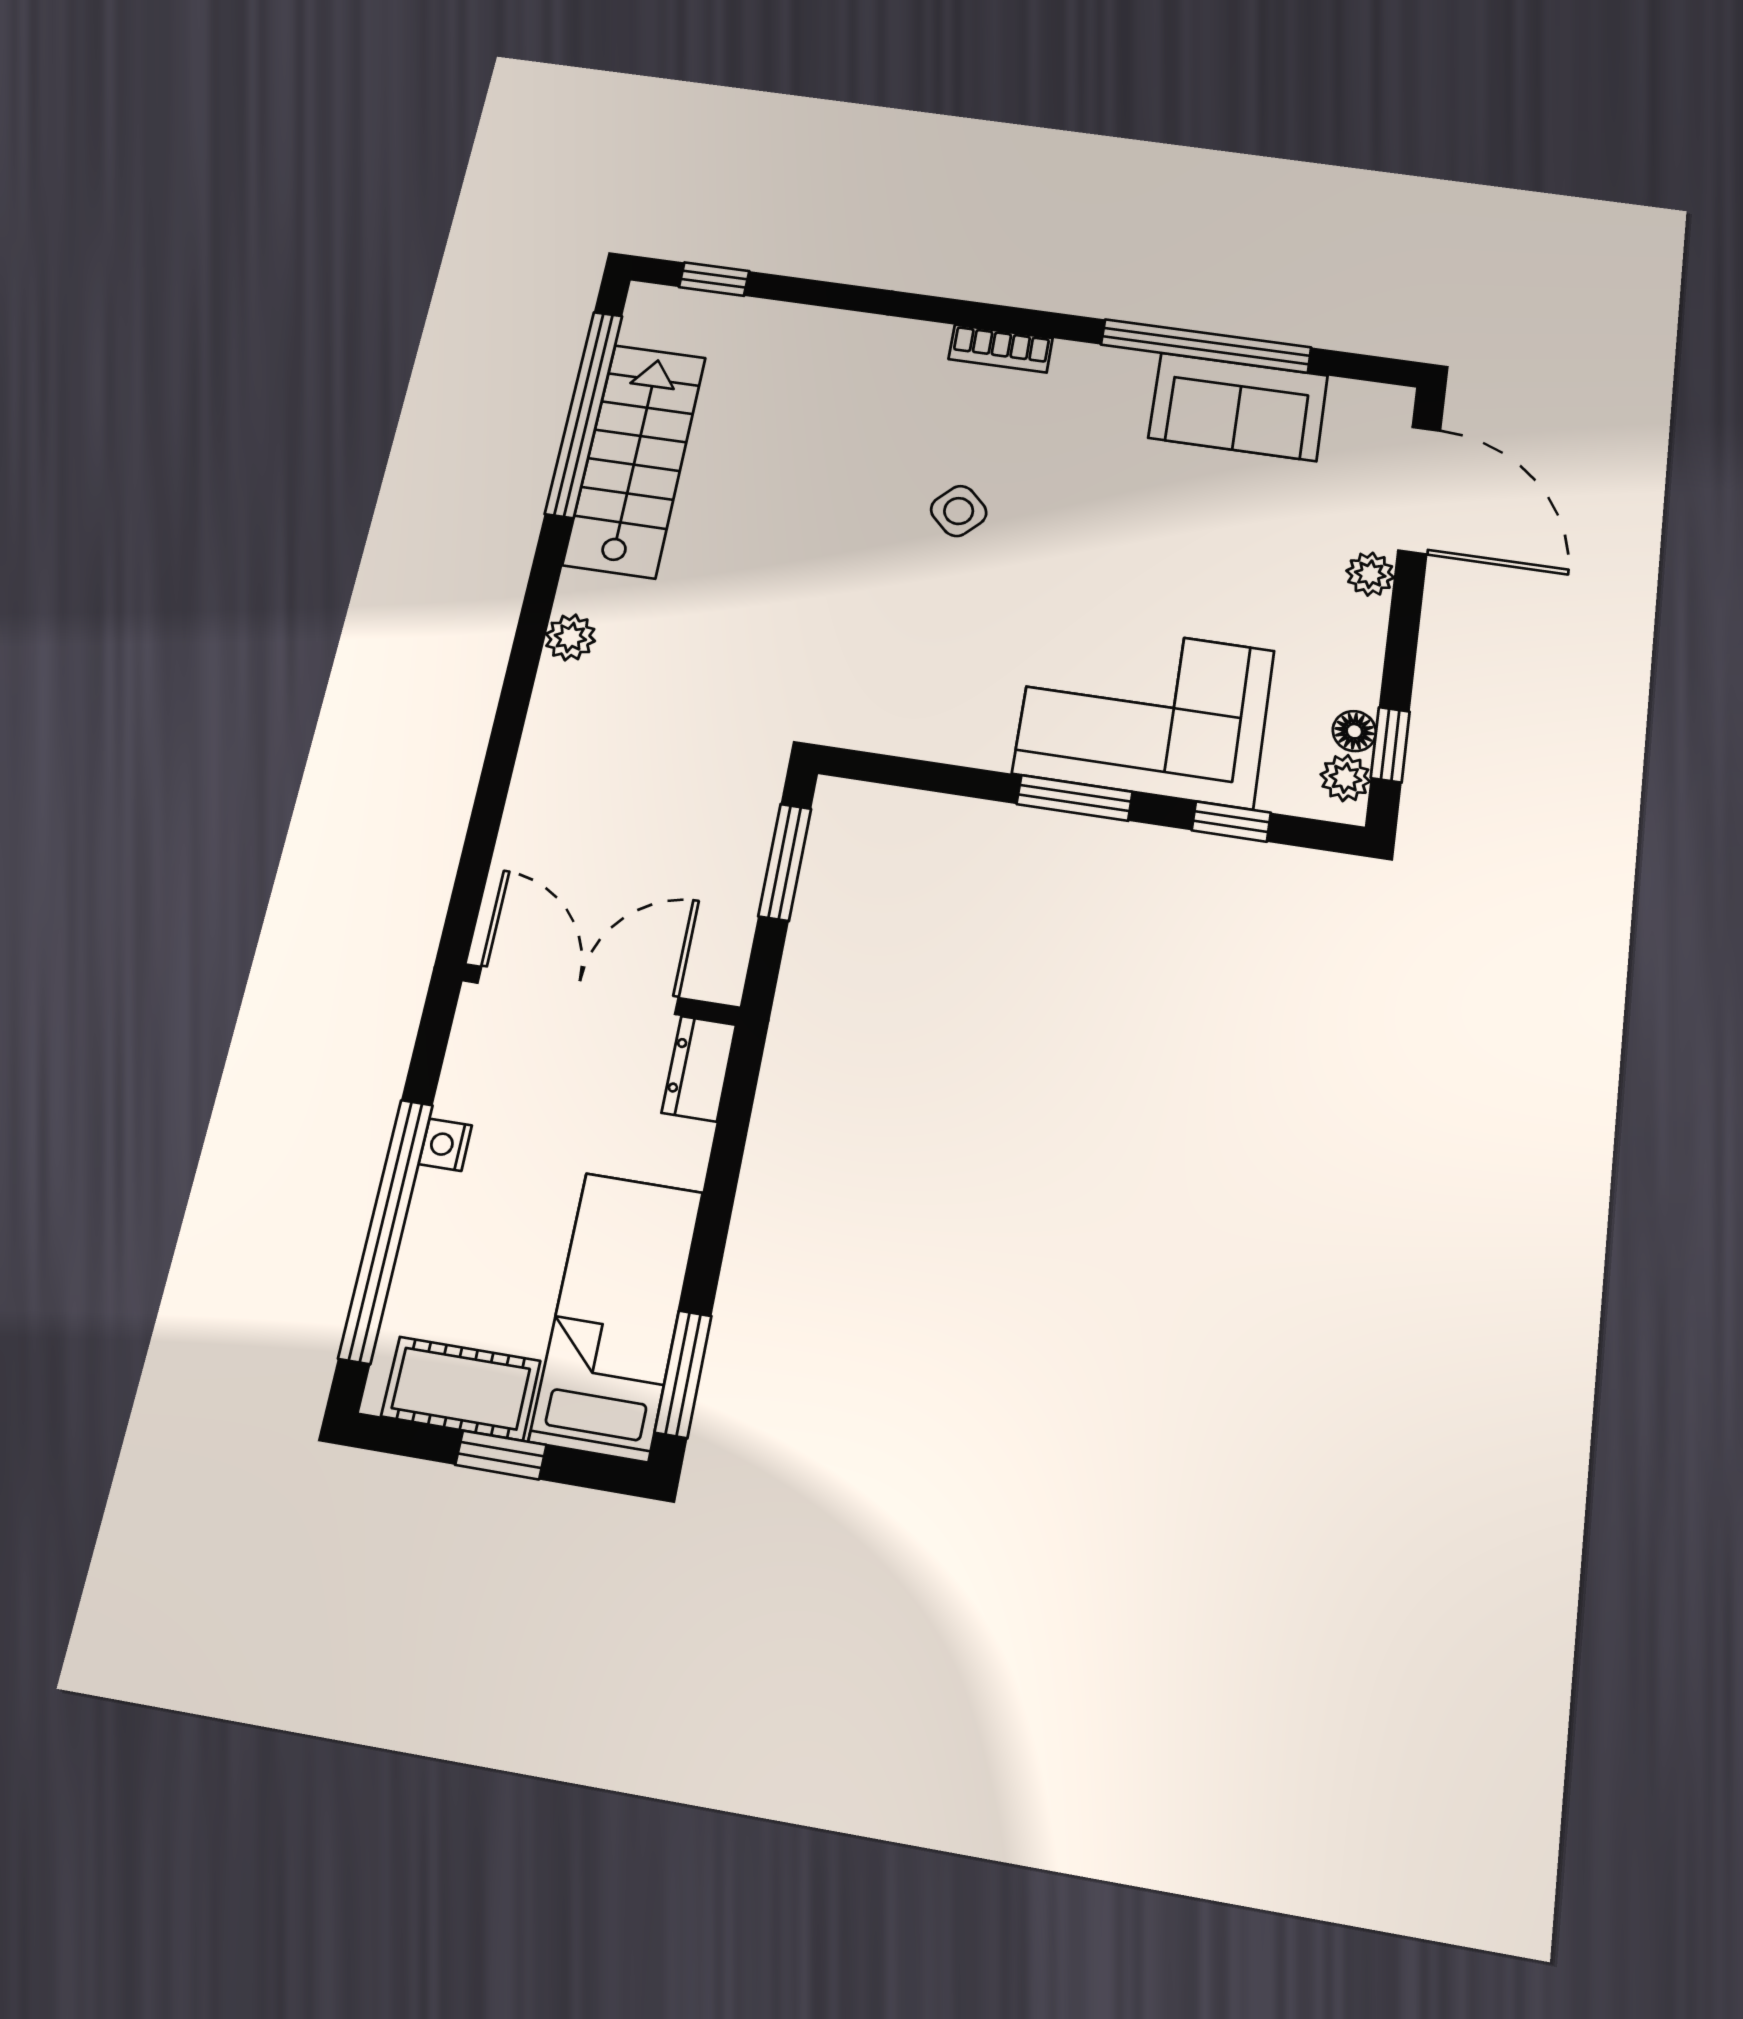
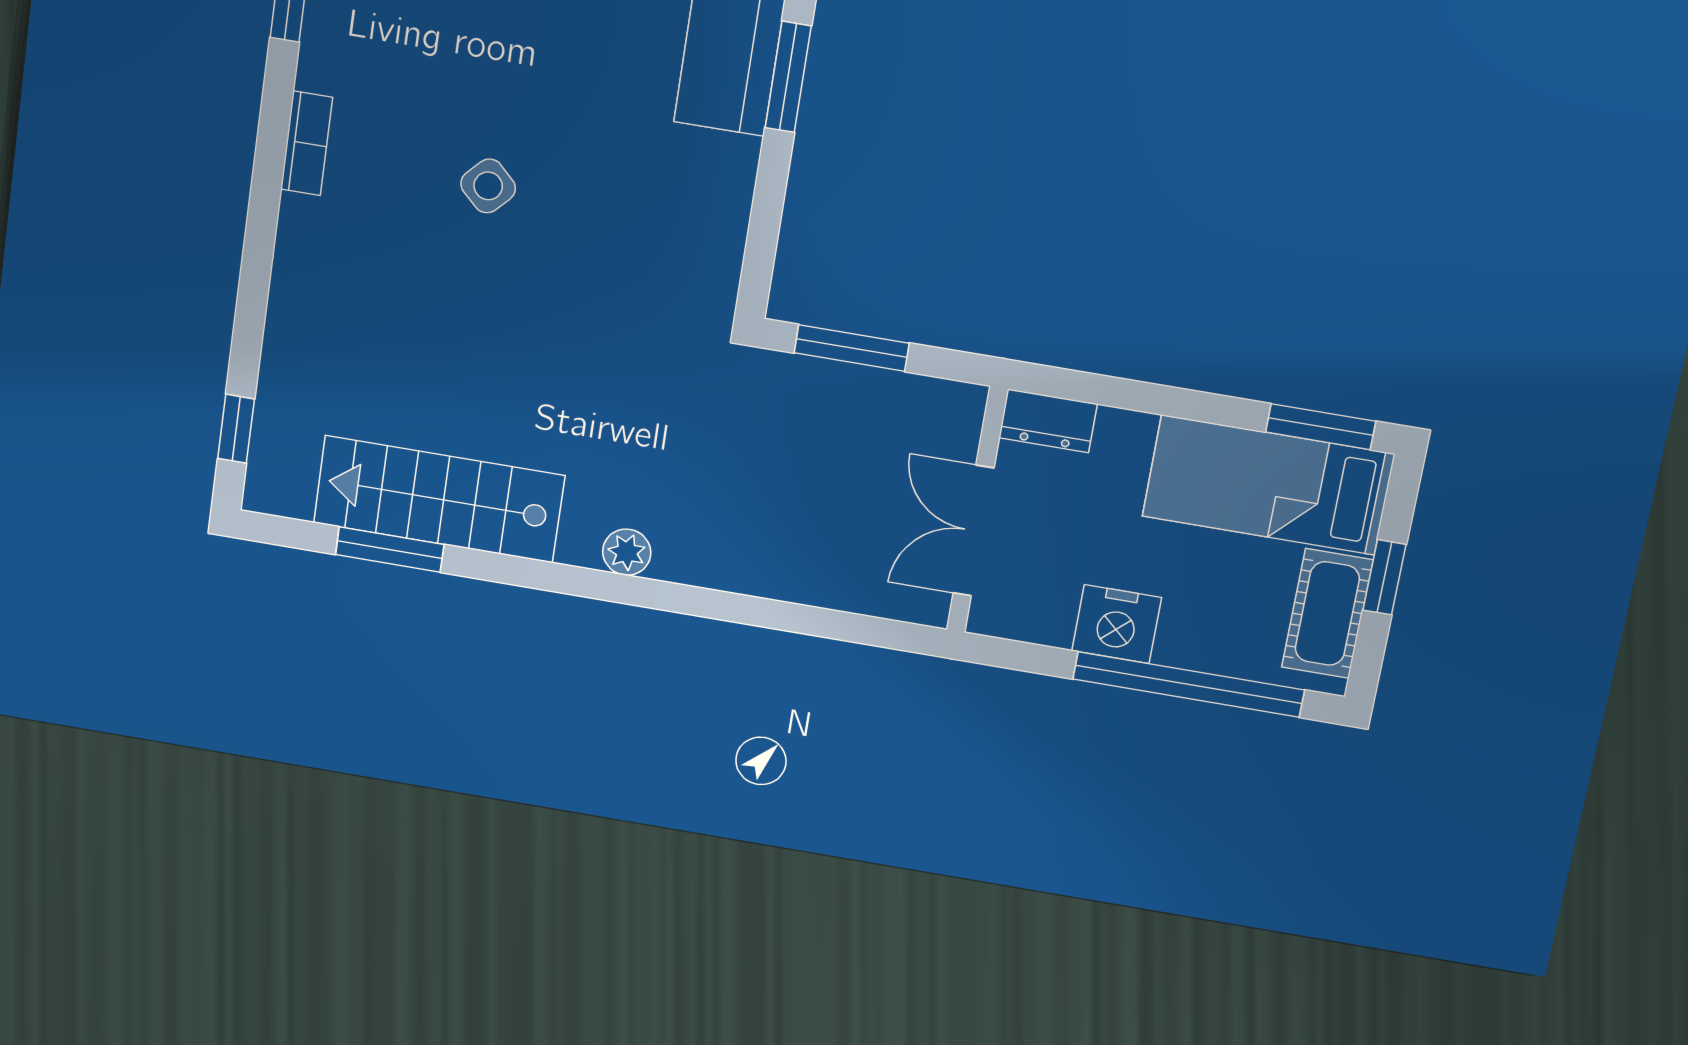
window: (584, 414) -> (390, 550), width x0.47
double door: (578, 990) -> (974, 531), width x0.73
nightstand: (445, 1145) -> (1117, 624), width x1.89, depth x1.79

